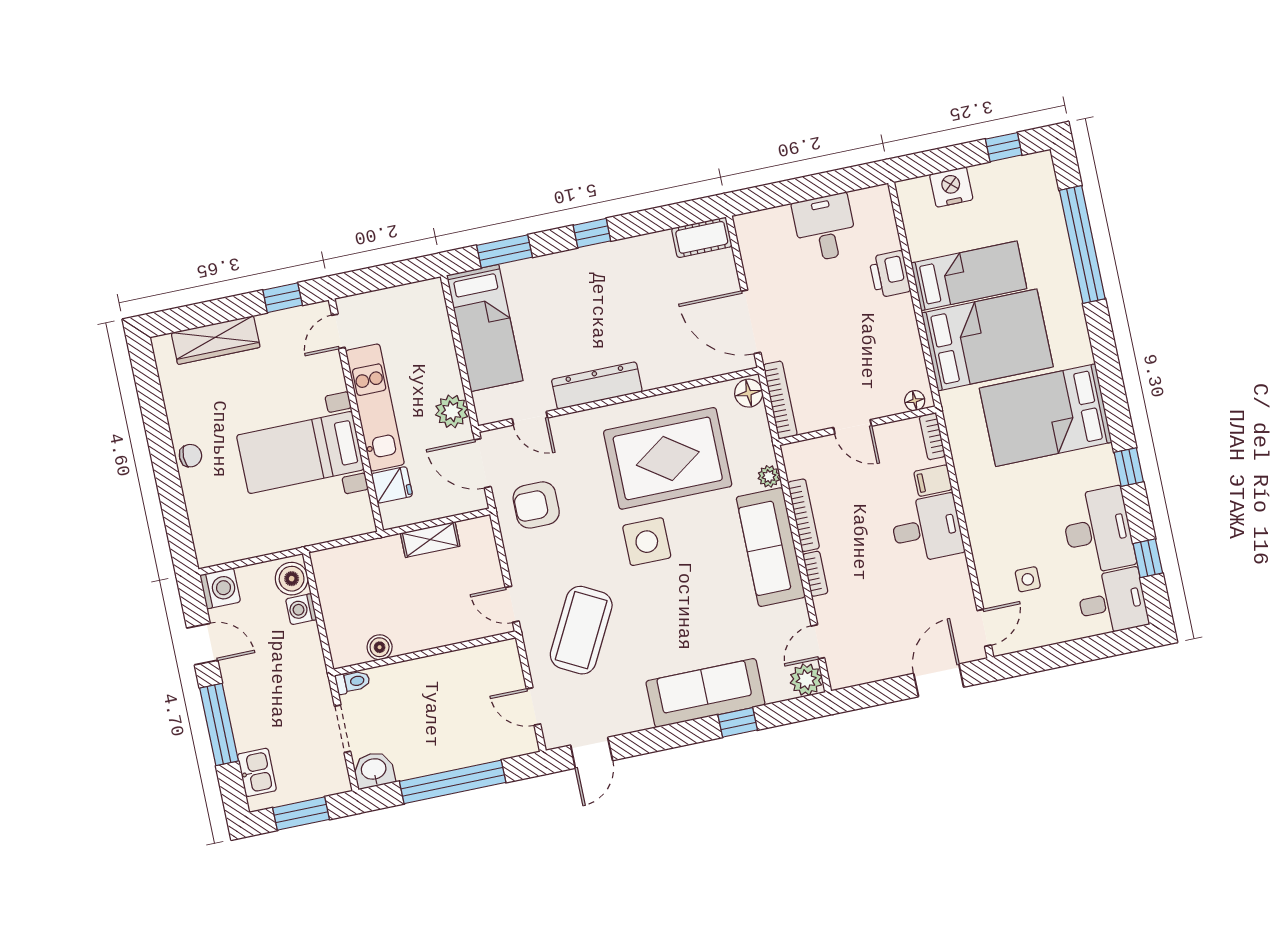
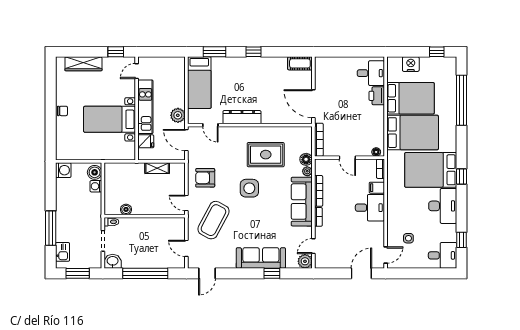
desk: (825, 228) -> (371, 73), moved, turned 90
bed: (969, 276) -> (410, 98), width x1.50
floor lamp: (749, 393) -> (306, 159), moved
rug: (668, 458) -> (266, 155), width x0.73, depth x0.69
window: (1129, 467) -> (462, 176), moved
armchair: (536, 505) -> (205, 178), moved
desk: (1098, 531) -> (443, 206), moved
door: (202, 644) -> (51, 192), removed

